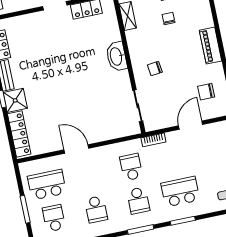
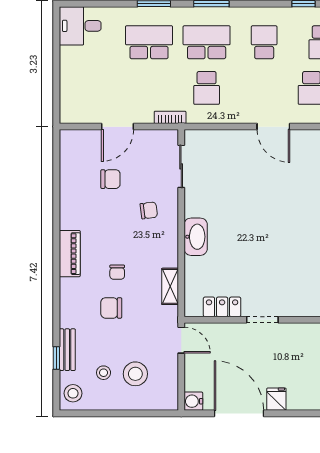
piano: (211, 46) -> (70, 254), moved
chair: (206, 92) -> (110, 179), moved
school desk: (180, 192) -> (149, 42), turned 180
school desk: (138, 200) -> (207, 42), width x1.85

